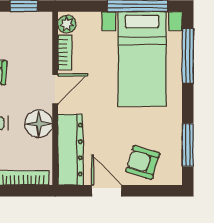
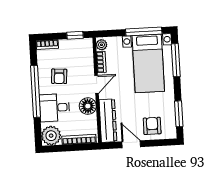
armchair: (143, 162) -> (152, 126), turned 73

